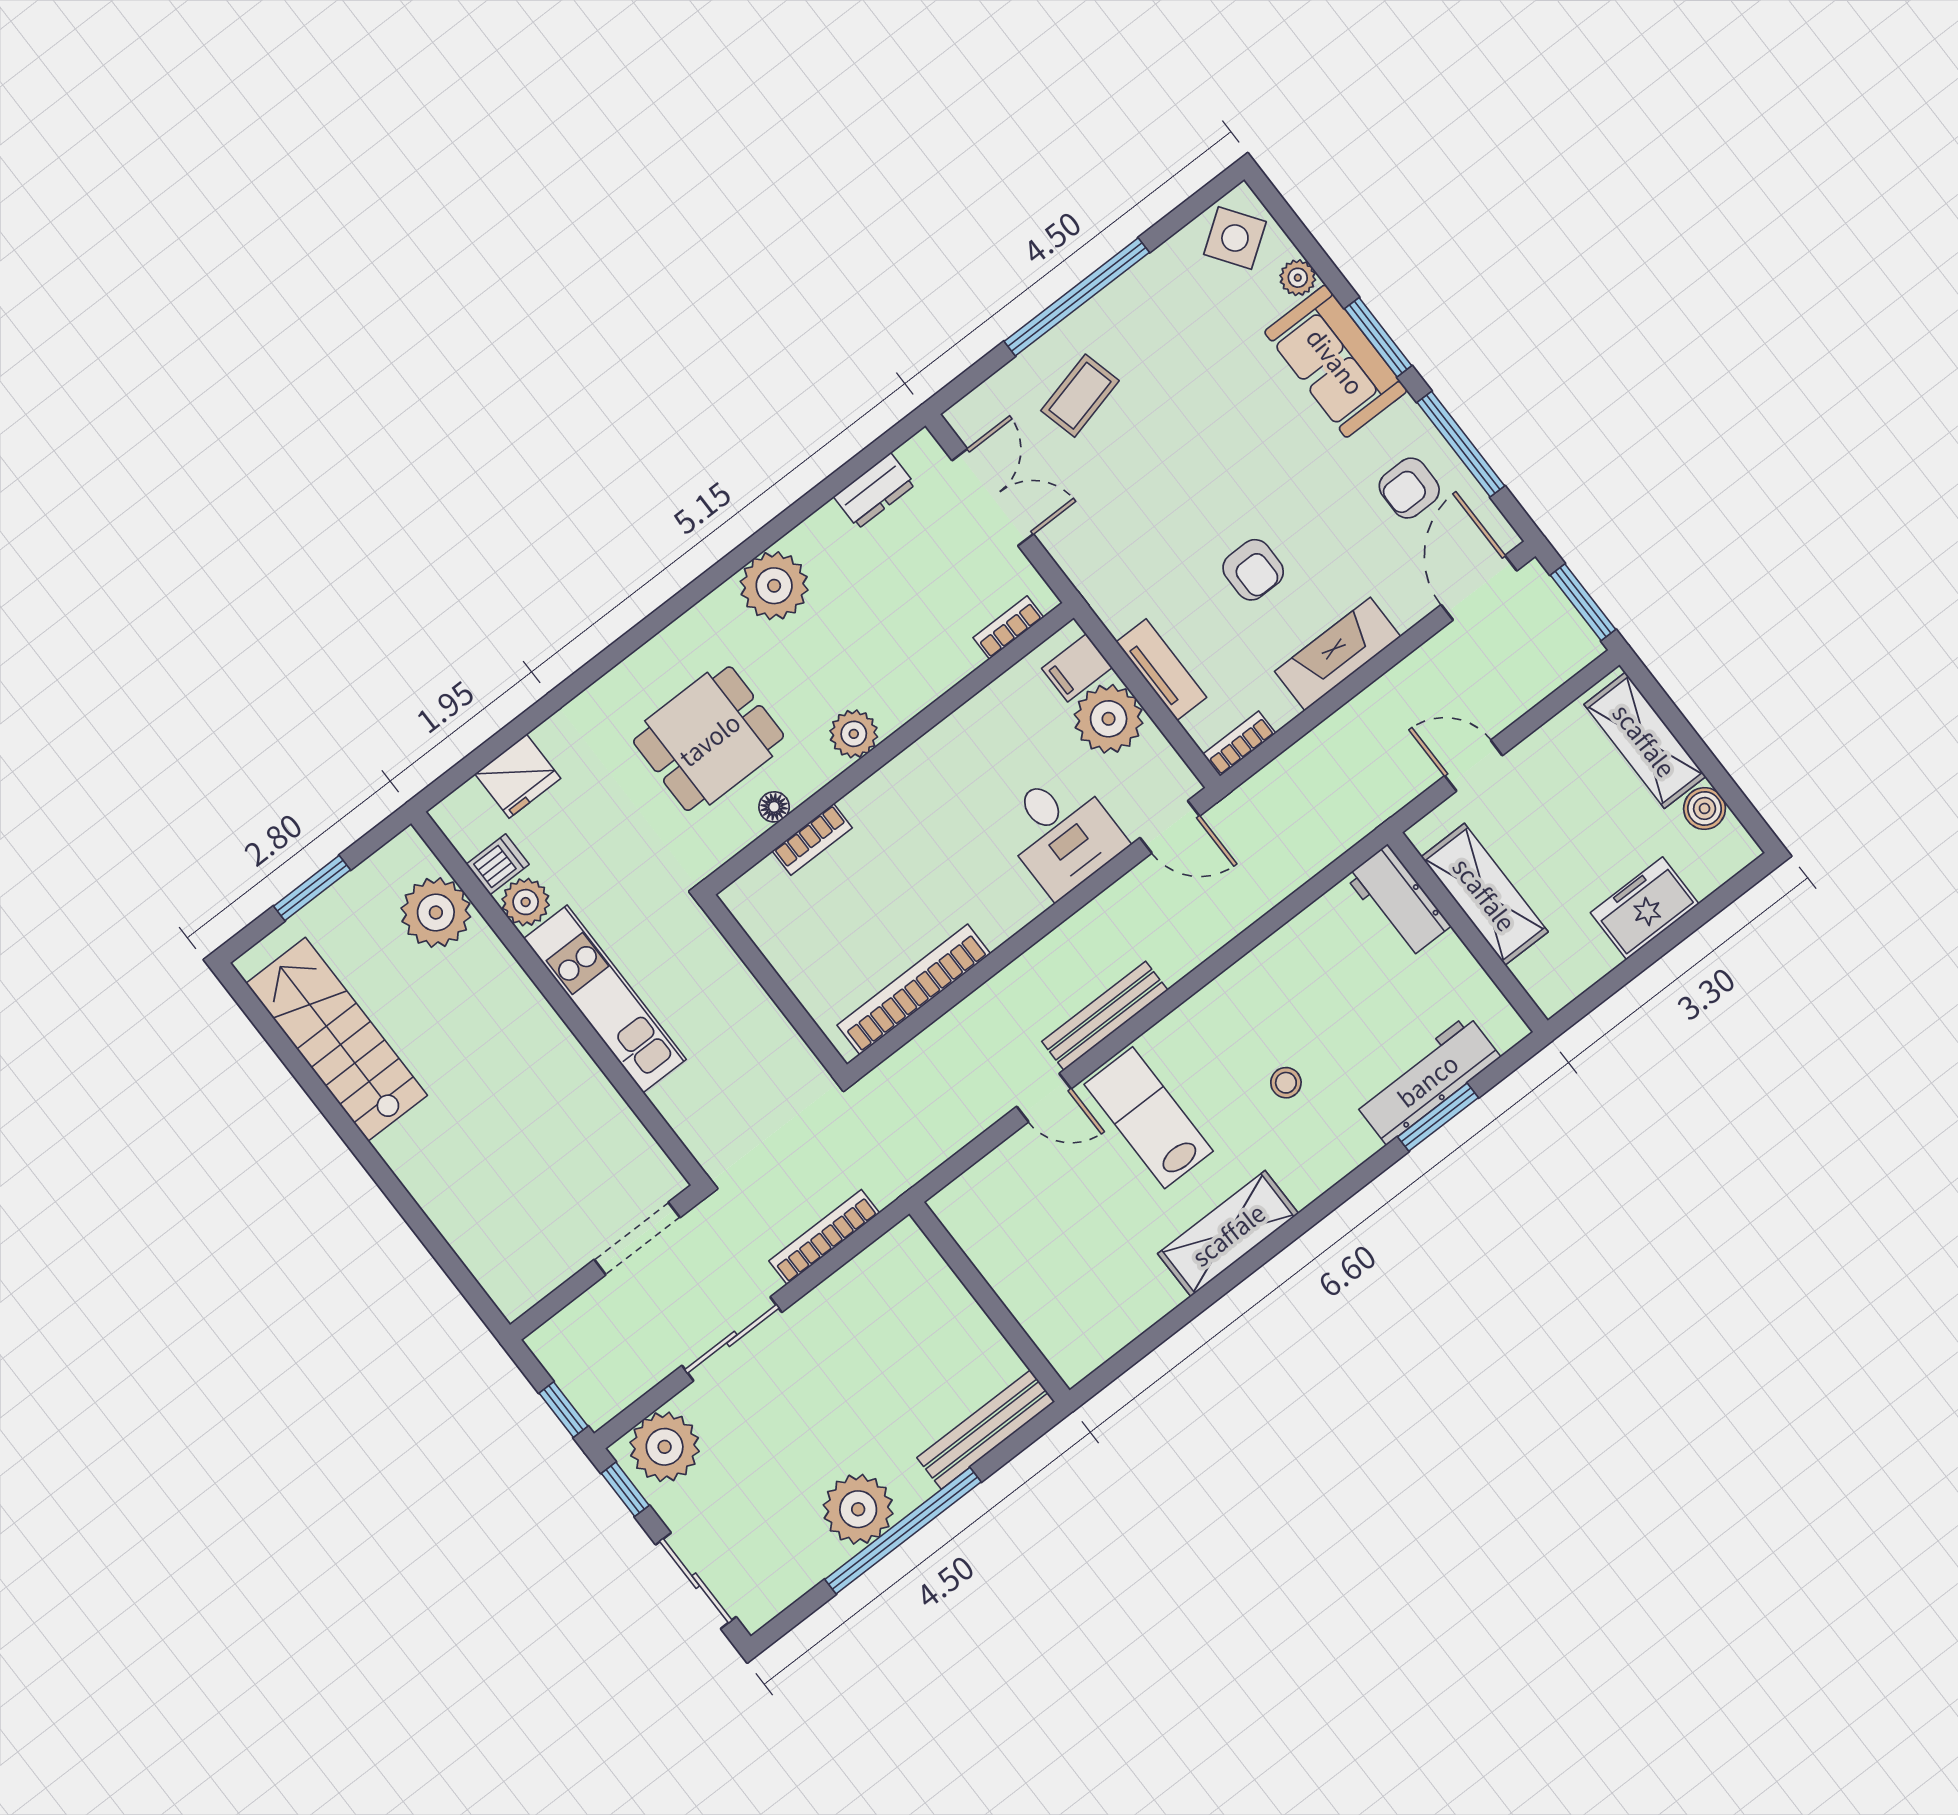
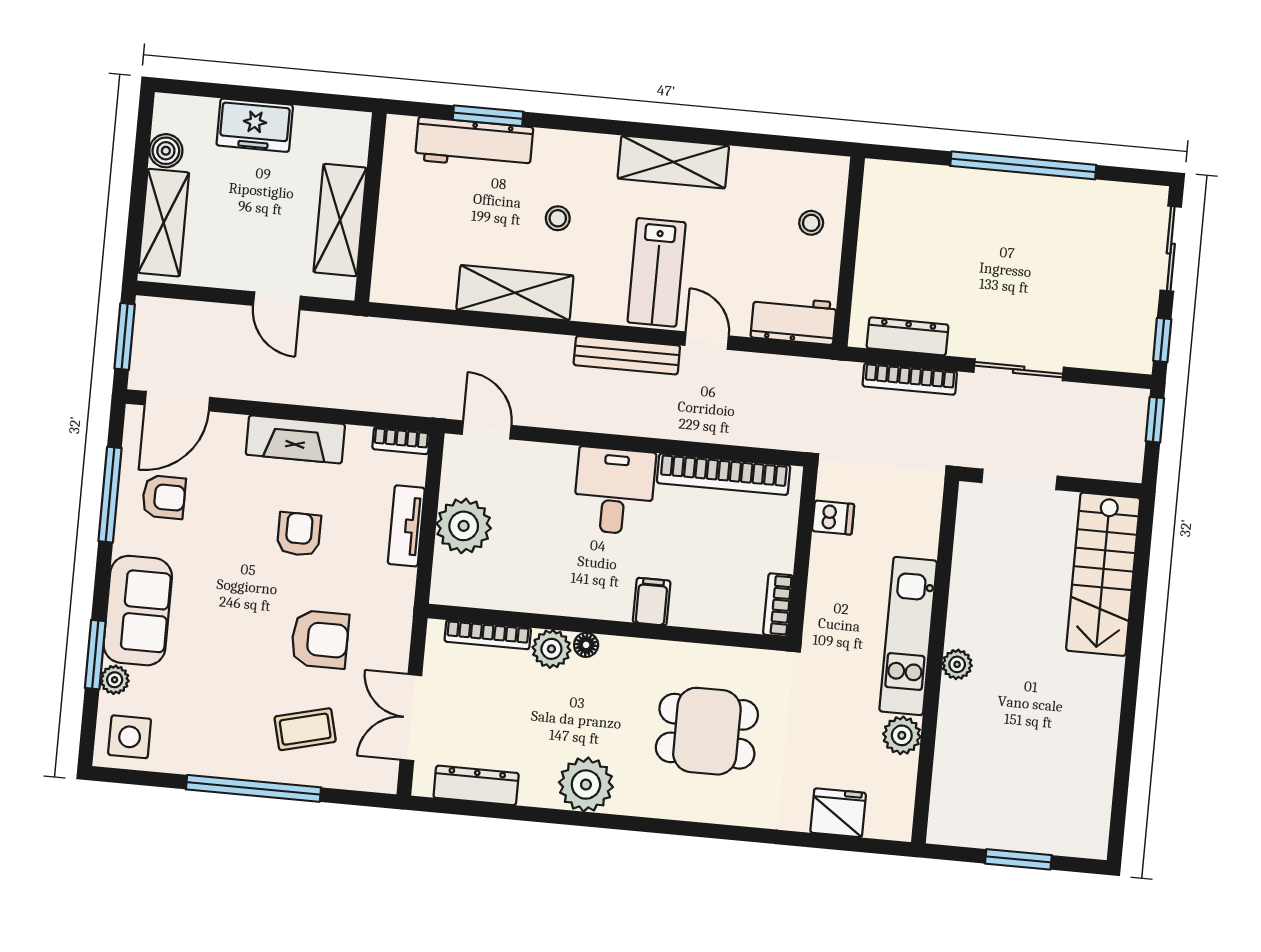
side table: (1235, 238) -> (130, 737), turned 35
window: (1378, 337) -> (95, 655), moved
dresser: (874, 491) -> (476, 785), width x1.44
armchair: (1143, 491) -> (320, 639), added
bookcase: (1008, 628) -> (488, 635), width x1.56
filing cabinet: (1077, 668) -> (652, 602), moved, turned -90
plant: (854, 734) -> (551, 649), moved
floor lamp: (774, 807) -> (586, 645), moved
desk: (1061, 833) -> (614, 491), moved
bookcase: (812, 839) -> (778, 605), moved, turned -90
dishwasher: (498, 864) -> (833, 518), moved, turned 180
workbench: (1398, 901) -> (794, 320), moved, turned -90
plant: (436, 913) -> (957, 664), moved, width x0.53, depth x0.53
shelving: (1261, 977) -> (515, 293), added
stairs: (337, 1039) -> (1103, 574), moved
dresser: (863, 1274) -> (908, 336), added
stool: (1049, 1296) -> (811, 223), added
bench: (986, 1430) -> (920, 179), removed
plant: (665, 1447) -> (1116, 343), removed
plant: (858, 1509) -> (1038, 202), removed

